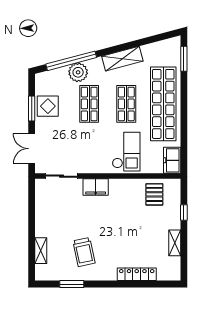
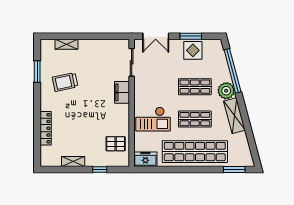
plant: (78, 72) -> (226, 91), moved
double door: (32, 149) -> (156, 36), swing flipped

